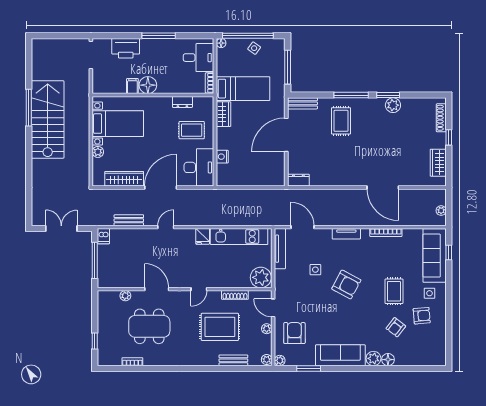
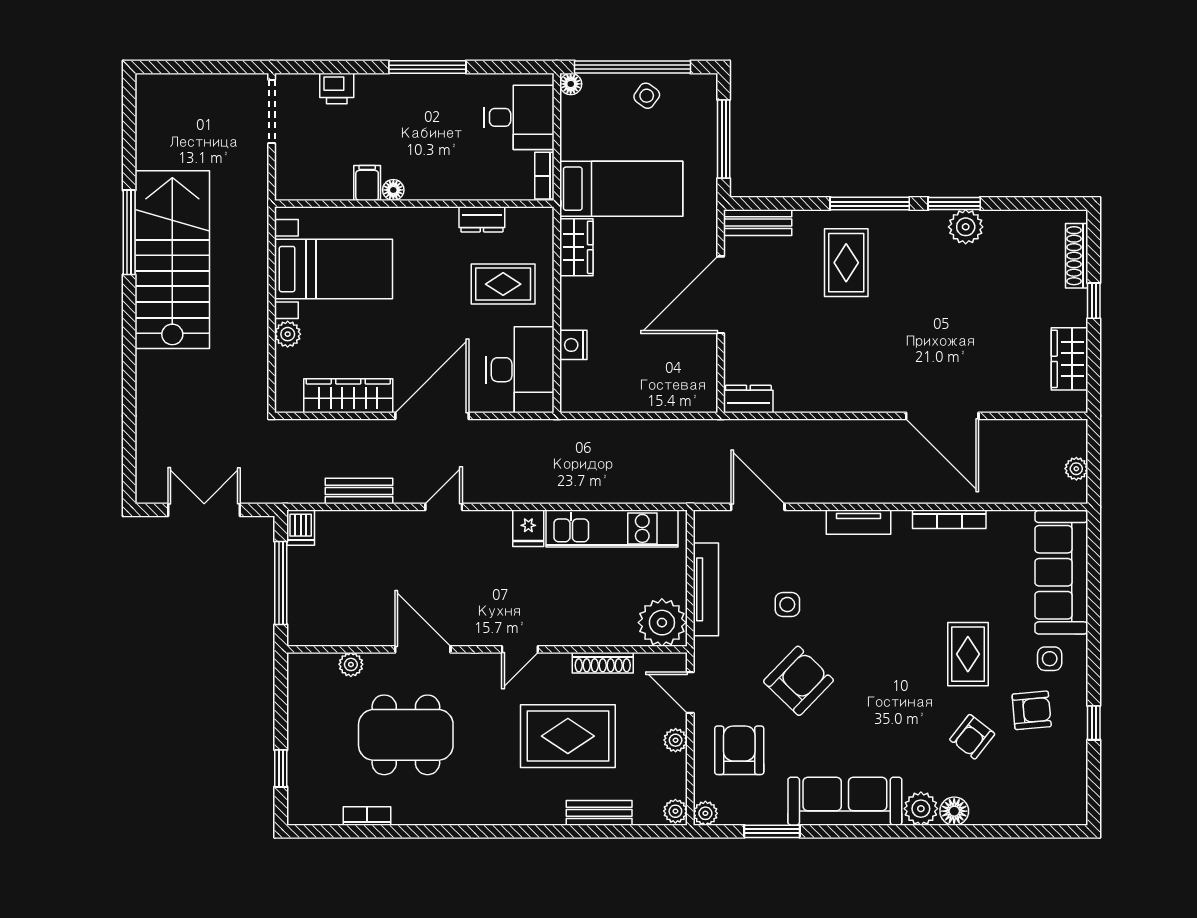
printer: (126, 48) -> (337, 88), width x0.53, depth x0.68
floor lamp: (148, 85) -> (393, 190), width x0.53, depth x0.53
tv unit: (280, 249) -> (706, 589), moved
window: (449, 252) -> (1094, 723), moved
armchair: (346, 284) -> (798, 681), moved, turned -74

